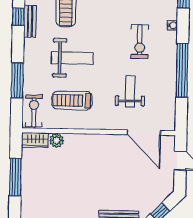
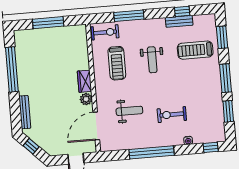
weight bench: (72, 58) -> (152, 60), width x0.73, depth x0.75
treadmill: (72, 100) -> (117, 63), turned 180
wardrobe: (35, 140) -> (84, 81), moved
plant: (57, 140) -> (86, 99), moved

